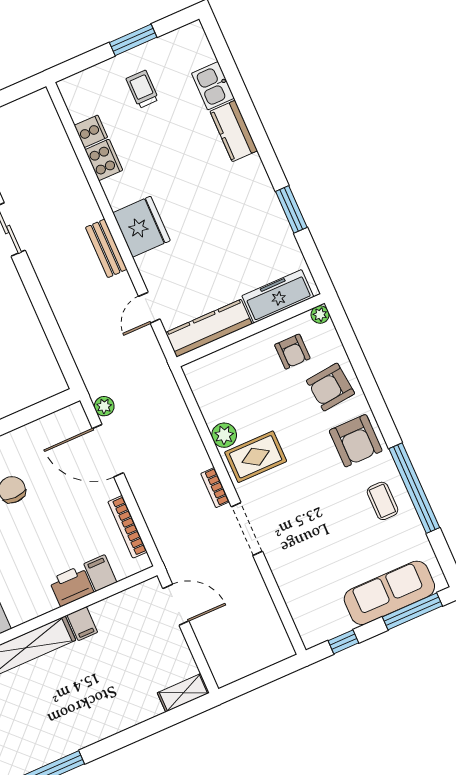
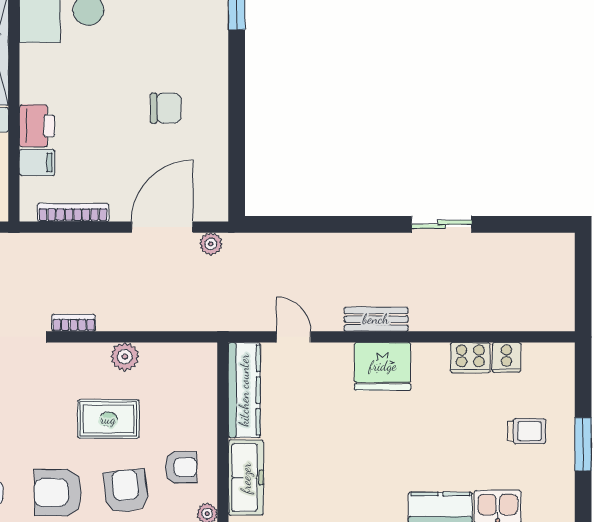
armchair: (292, 352) -> (181, 467), turned 180
rug: (256, 457) -> (108, 419), moved, turned 90

